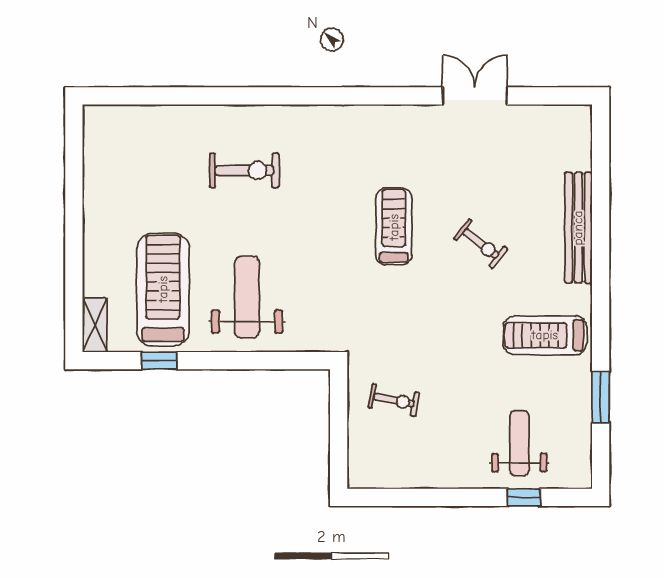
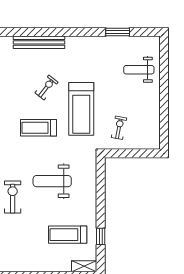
treadmill: (163, 289) -> (68, 235), width x0.73, depth x0.73
weight bench: (247, 297) -> (52, 181), moved
treadmill: (545, 335) -> (81, 109), moved, width x1.37, depth x1.38
window: (524, 497) -> (164, 68), removed

